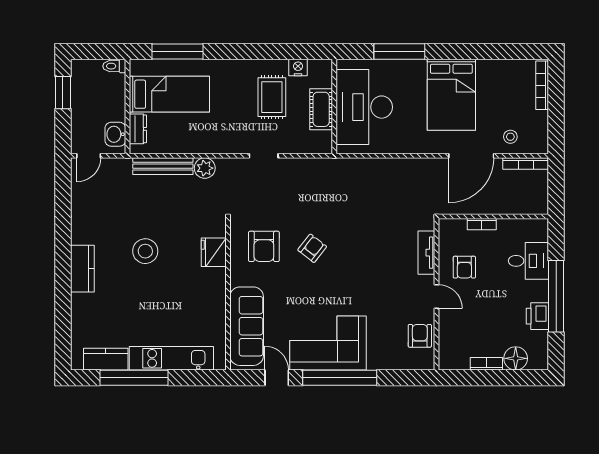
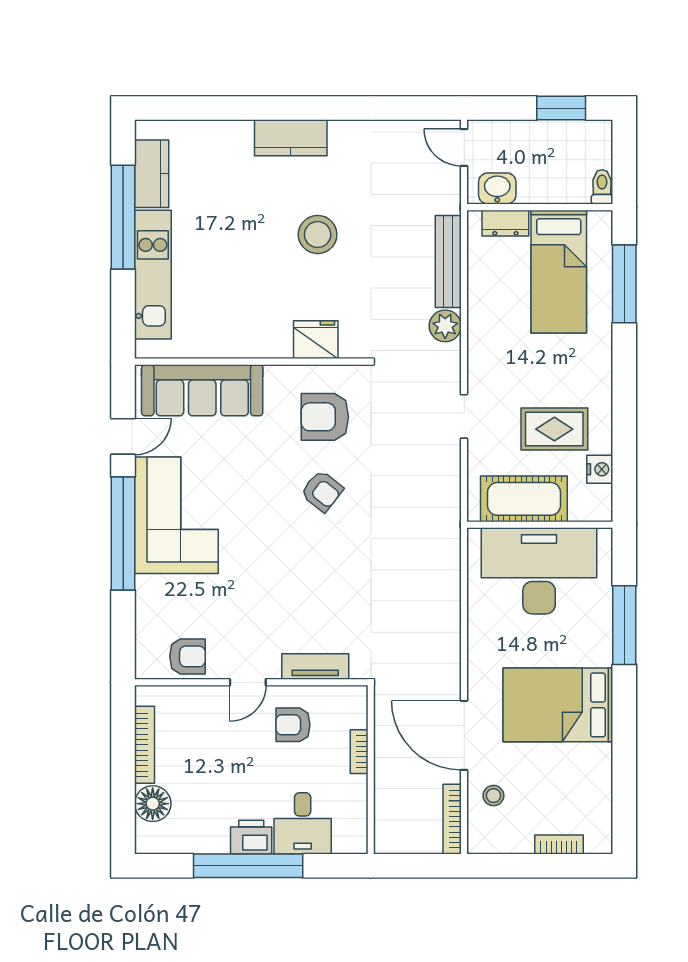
bookcase: (542, 85) -> (559, 845), width x0.64
cot: (321, 109) -> (524, 499), width x1.37, depth x1.34
printer: (537, 316) -> (251, 837), moved
bookcase: (486, 364) -> (145, 745), width x1.56

